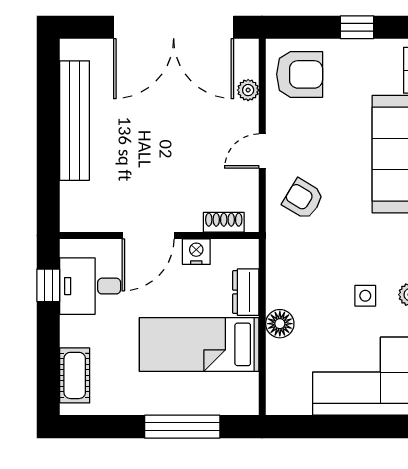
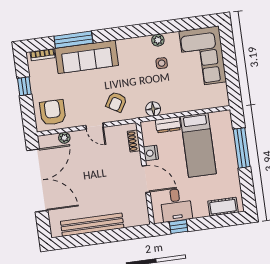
floor lamp: (280, 324) -> (153, 109), moved

